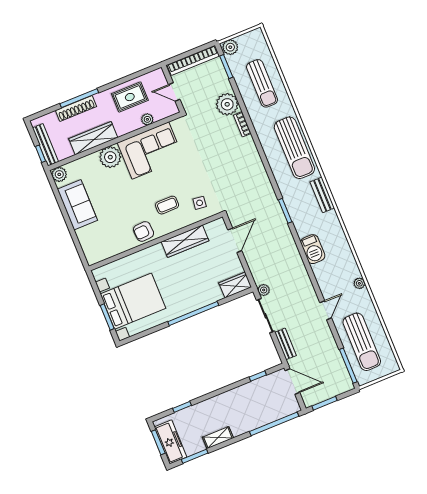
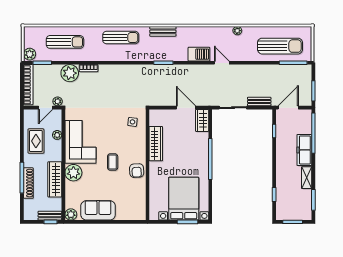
bench: (45, 145) -> (50, 216), width x0.73
sun lounger: (294, 148) -> (121, 38), width x0.73, depth x0.75
coffee table: (167, 205) -> (113, 162), moved
door: (235, 240) -> (186, 108), moved
plant: (264, 290) -> (58, 101), moved
door: (326, 310) -> (222, 63), moved
freezer: (171, 442) -> (304, 150), moved, turned -90

